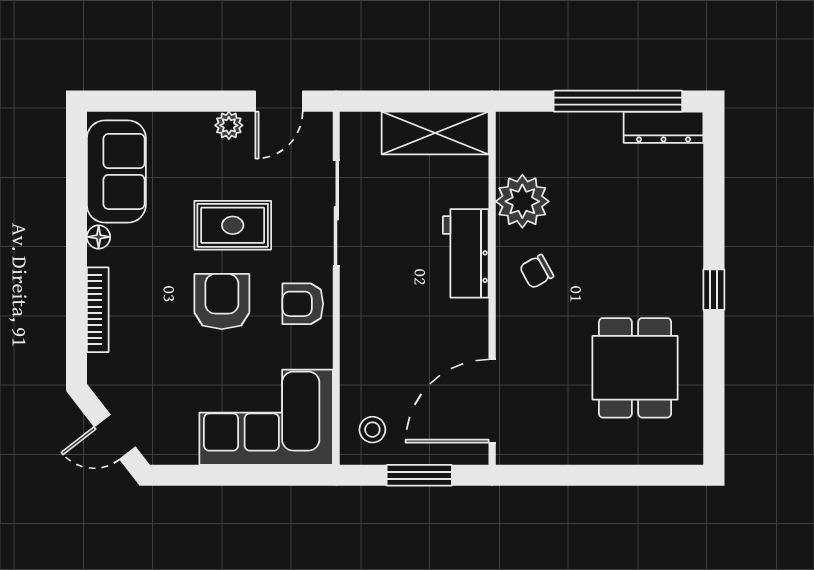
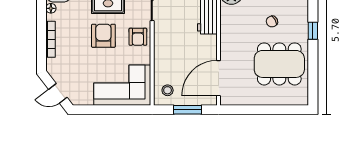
chair: (537, 271) -> (272, 21), moved
armchair: (303, 304) -> (138, 37), turned -90
dining table: (635, 368) -> (279, 64), width x1.38

